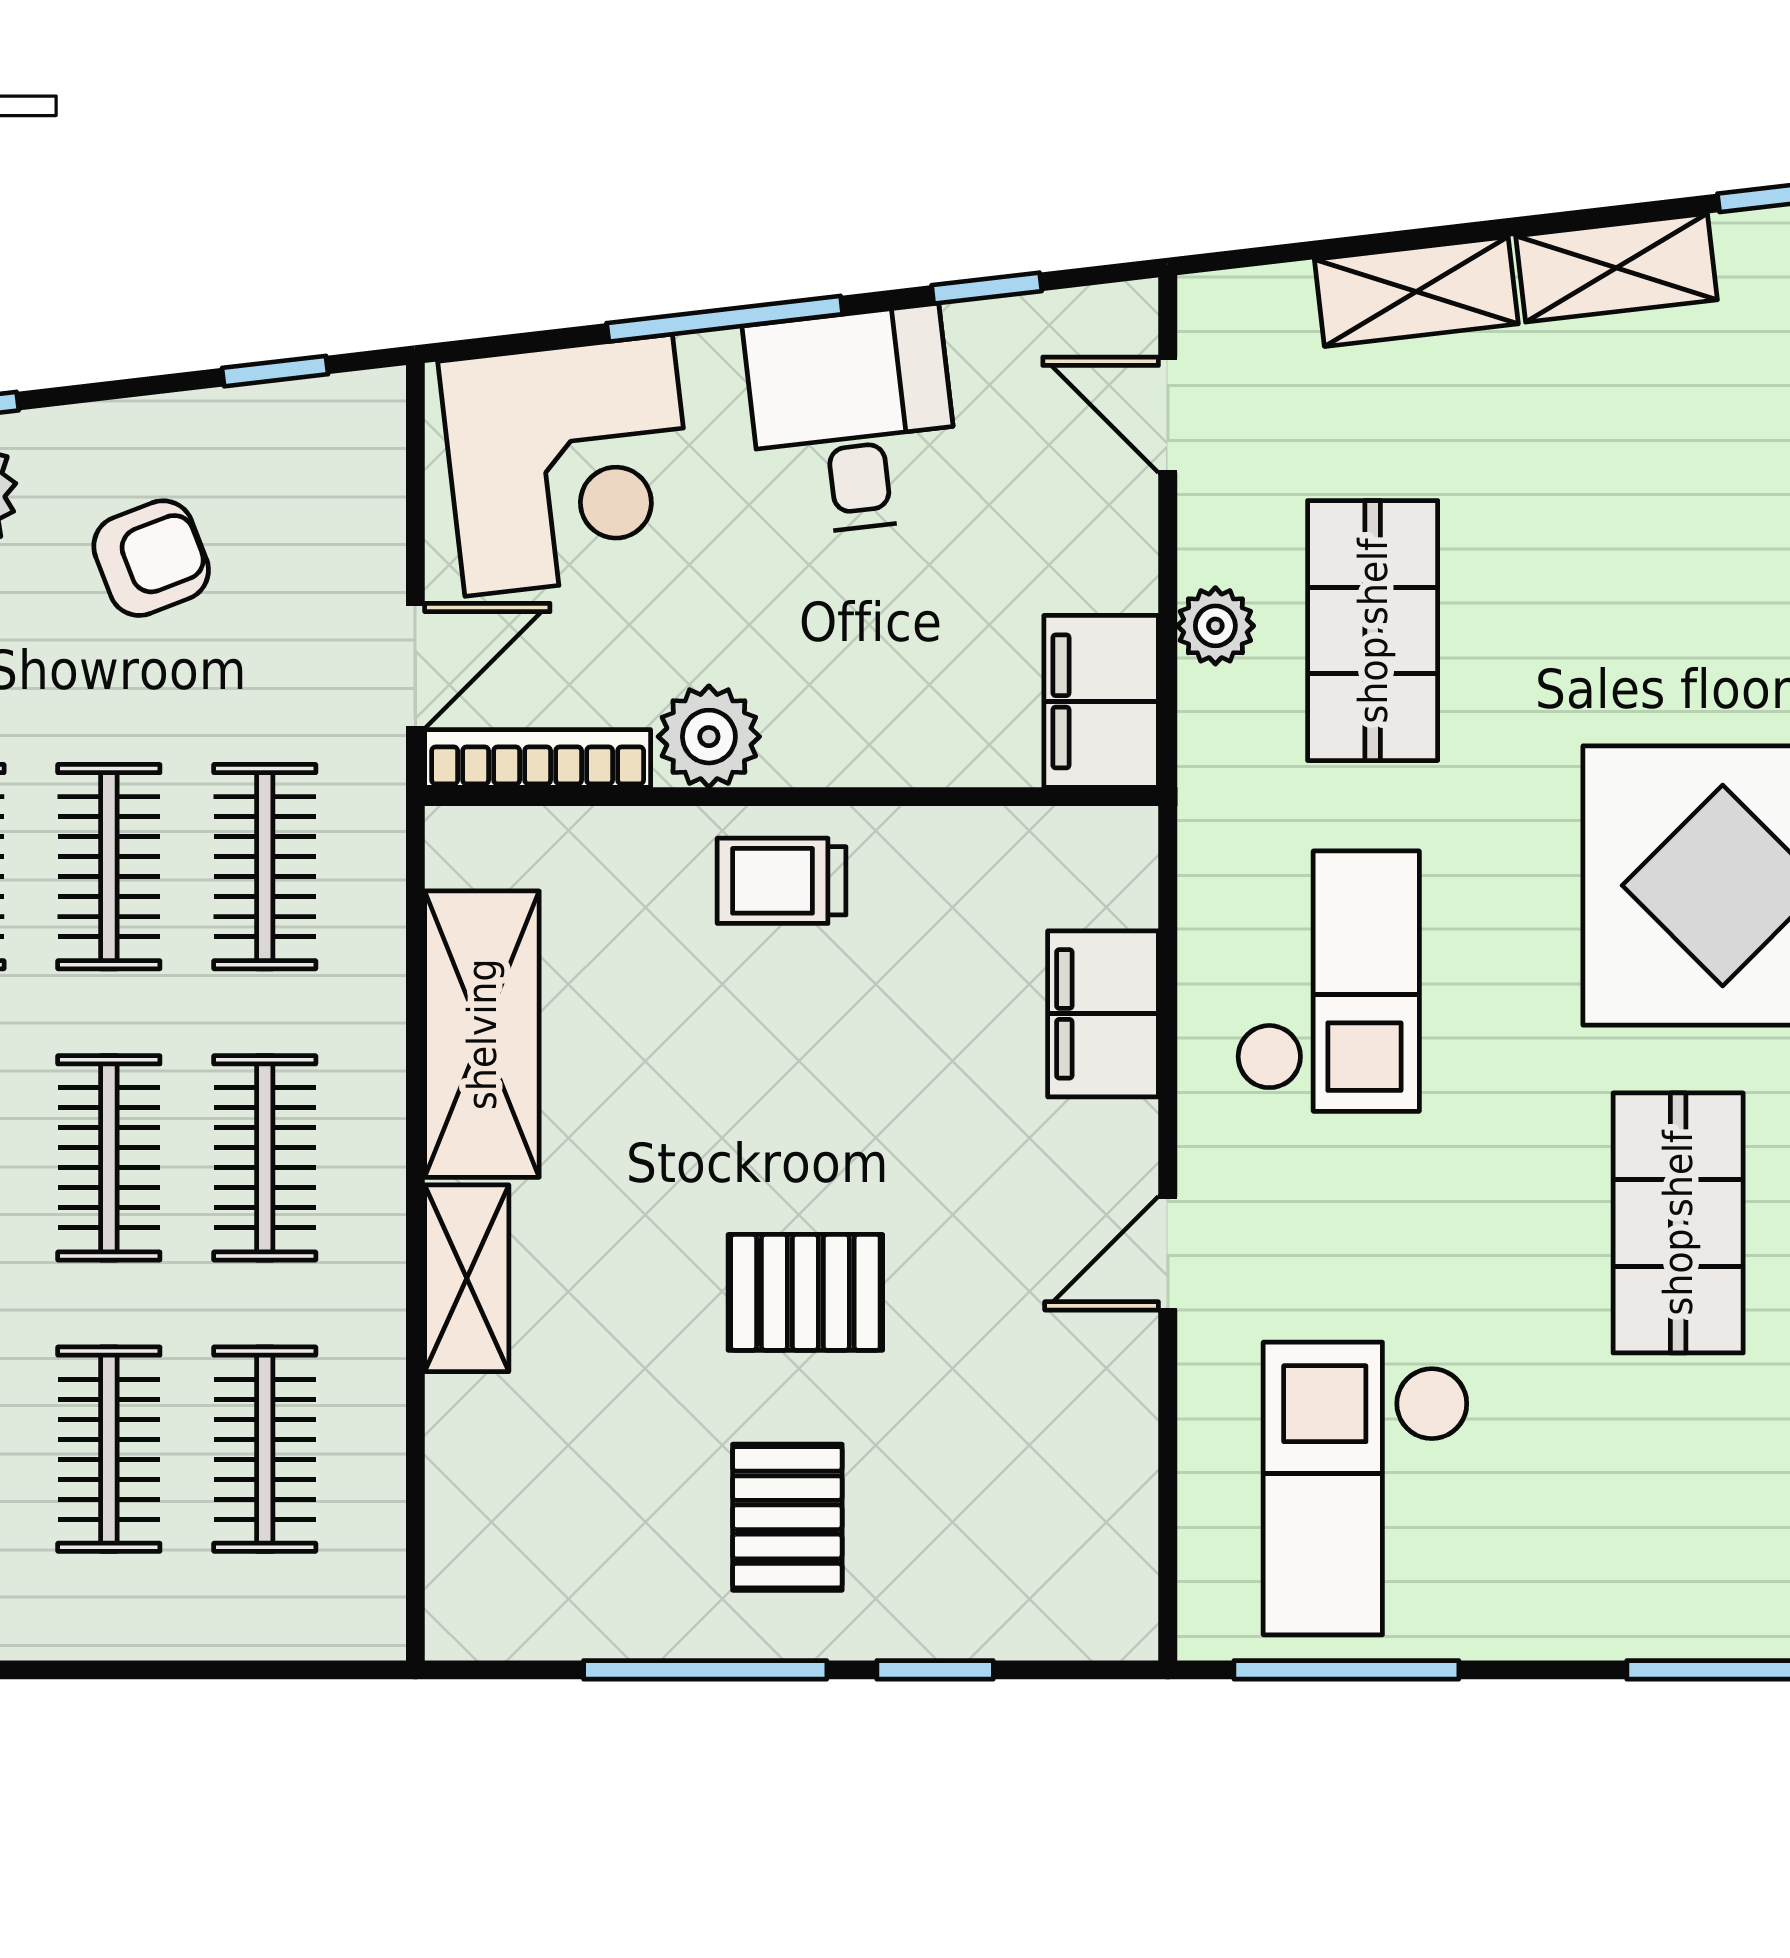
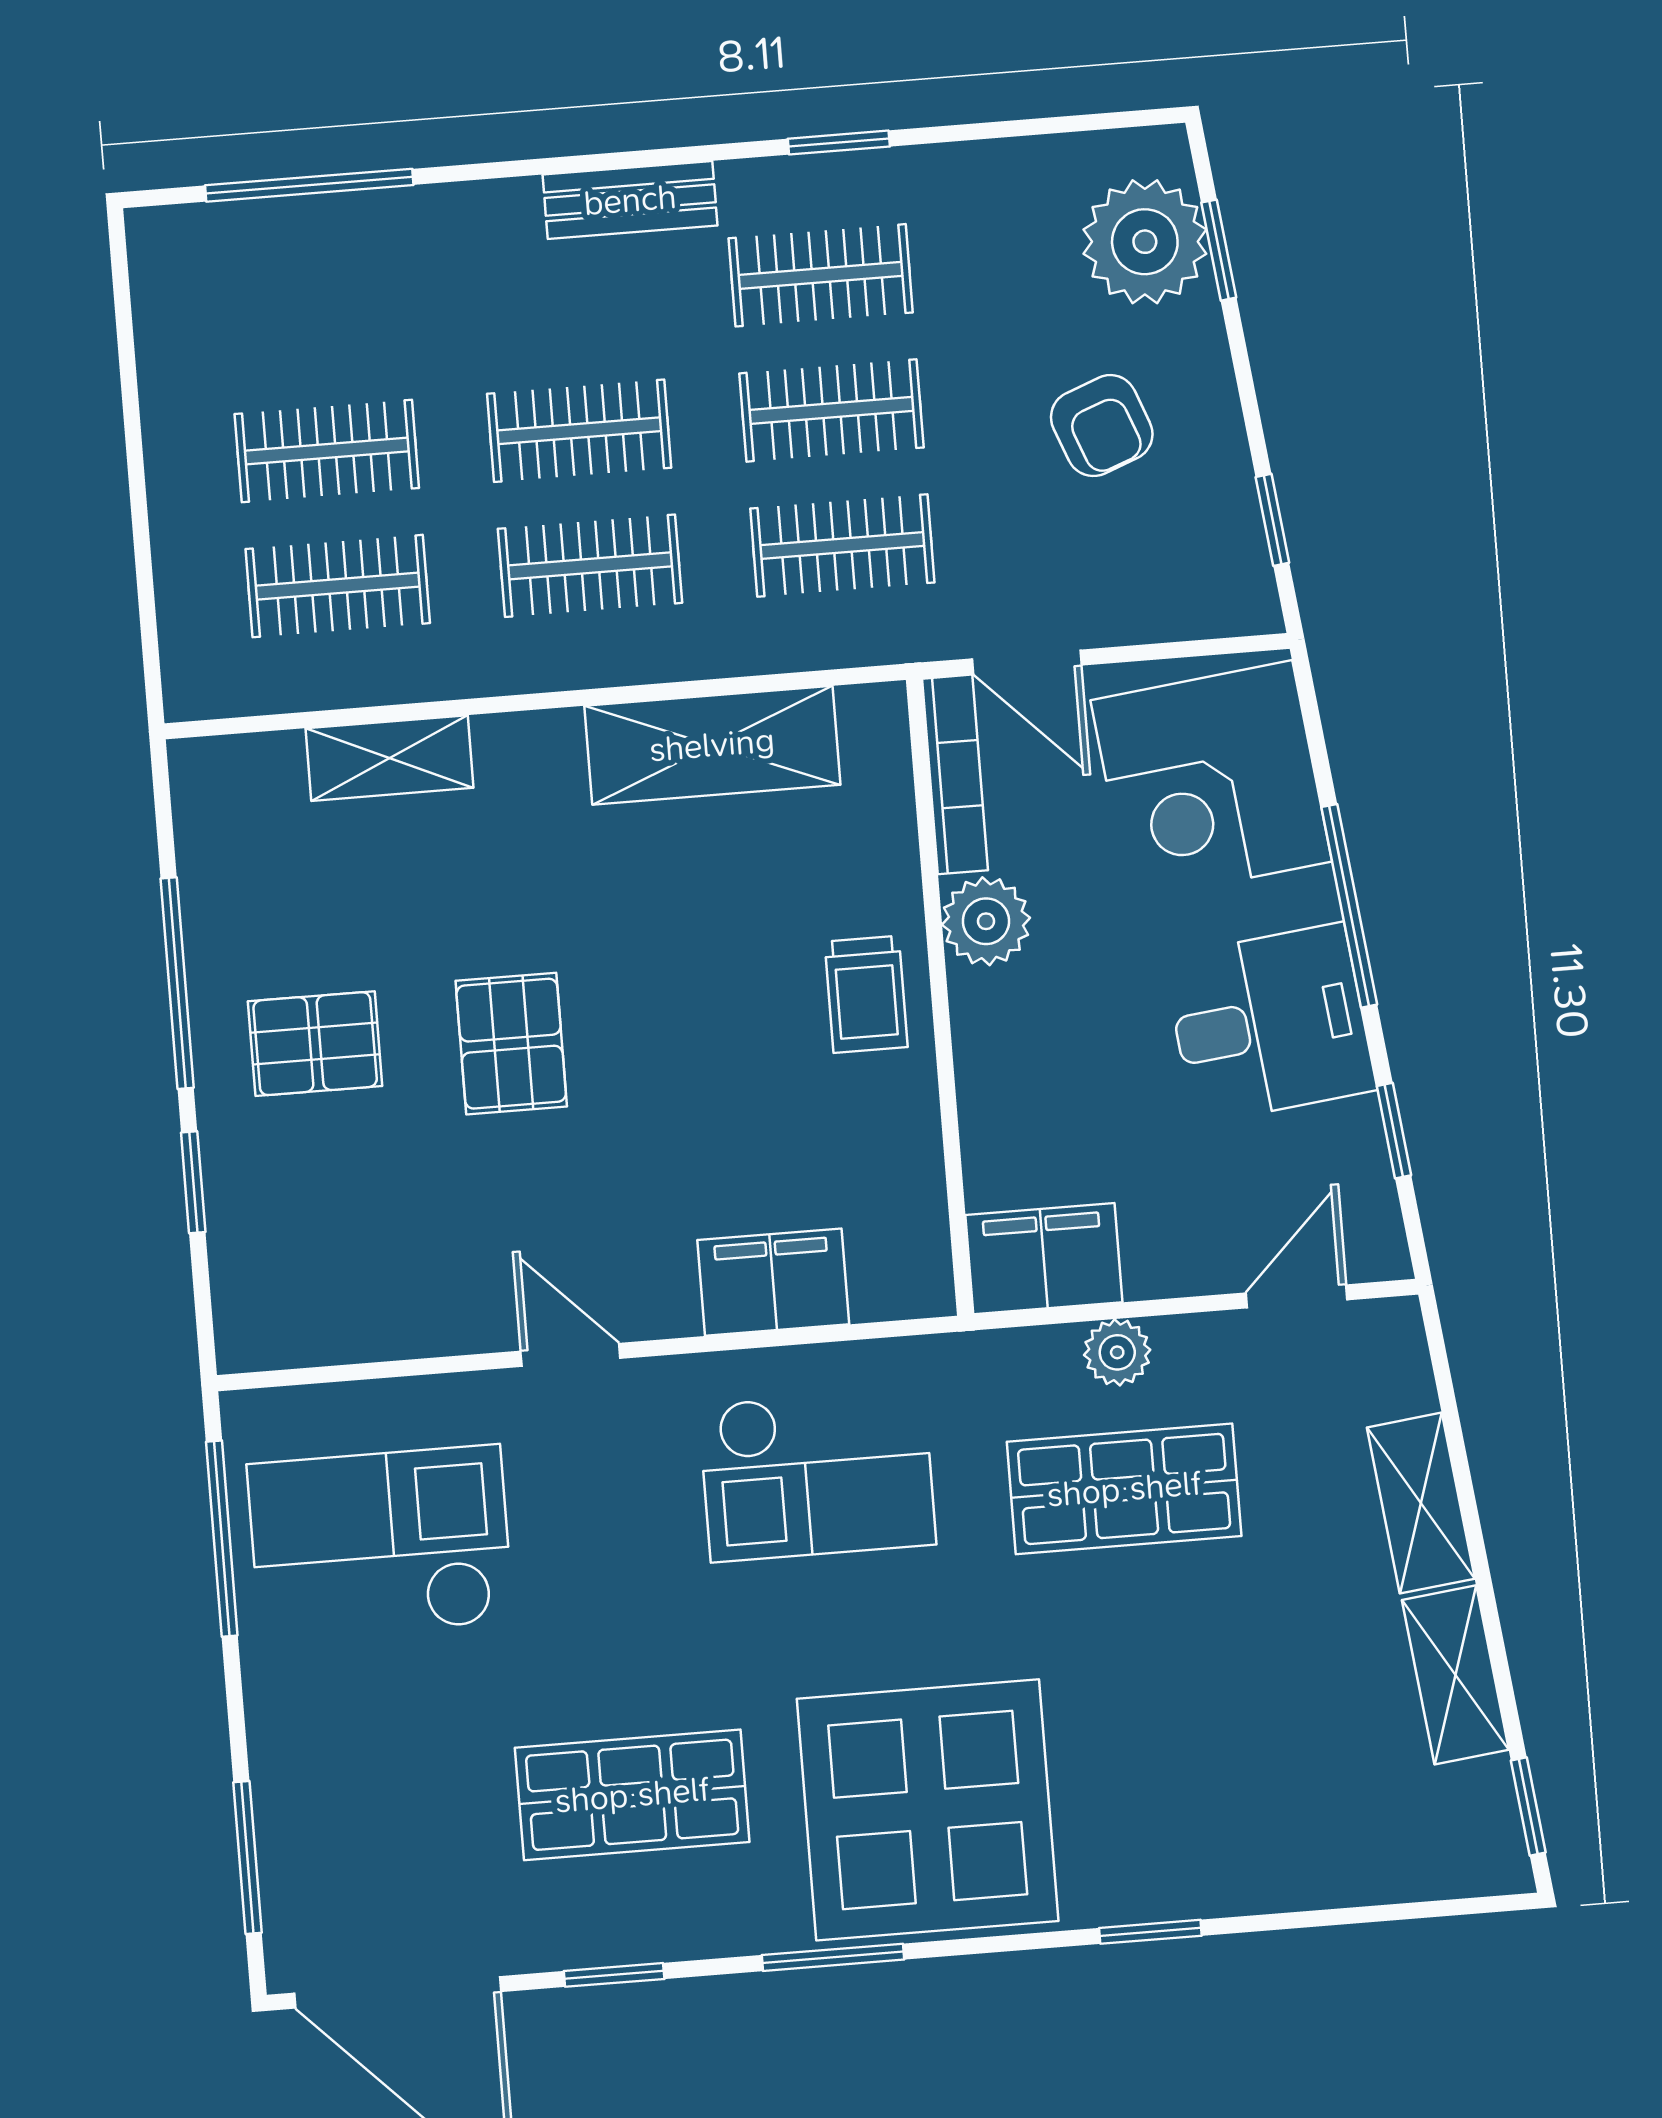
trolley: (782, 881) -> (866, 994), turned 180
shelving: (467, 1278) -> (390, 758), moved

